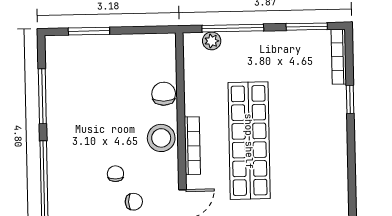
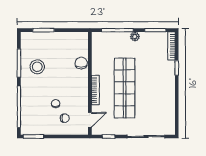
plant: (212, 41) -> (135, 36), moved
stool: (161, 138) -> (37, 67), moved

